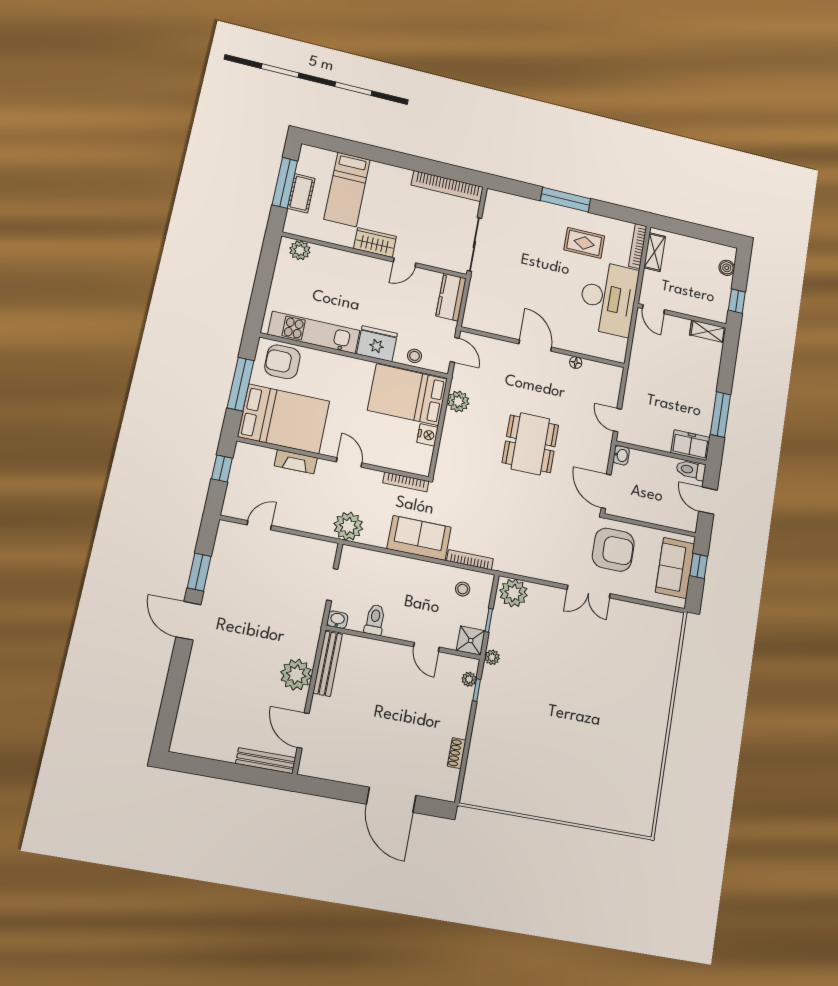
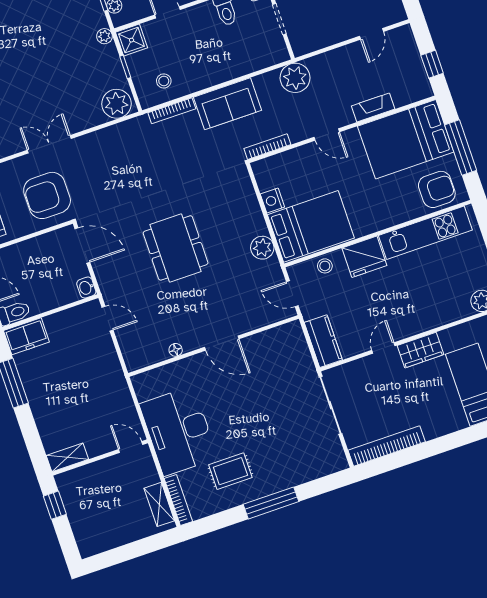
boiler: (727, 268) -> (82, 533), removed

